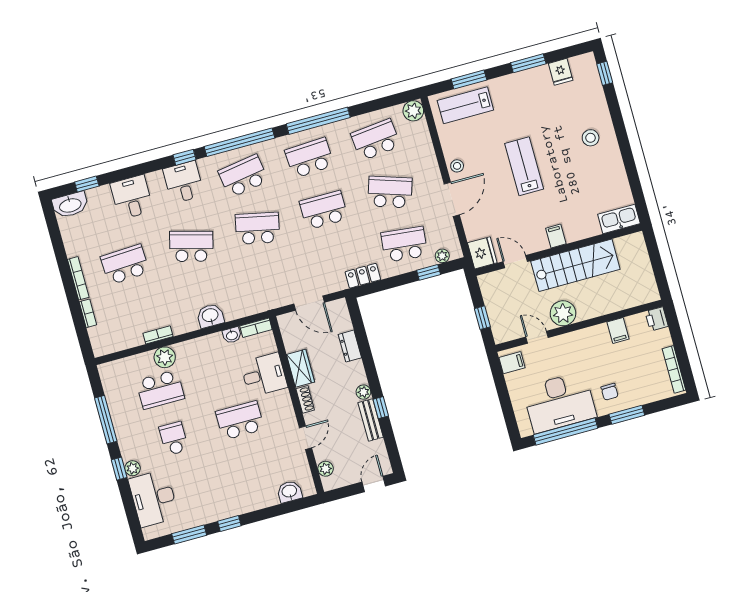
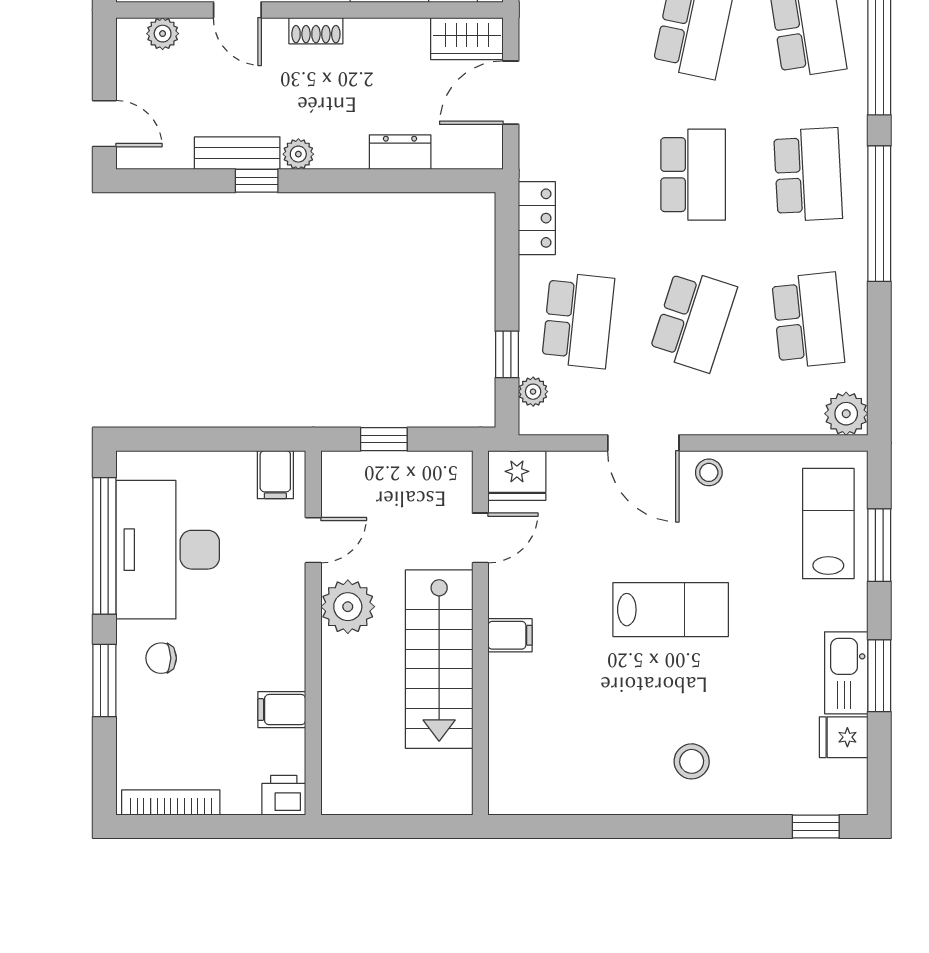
kitchen sink: (619, 219) -> (846, 673), moved, turned 180
wardrobe: (301, 368) -> (467, 39), moved

